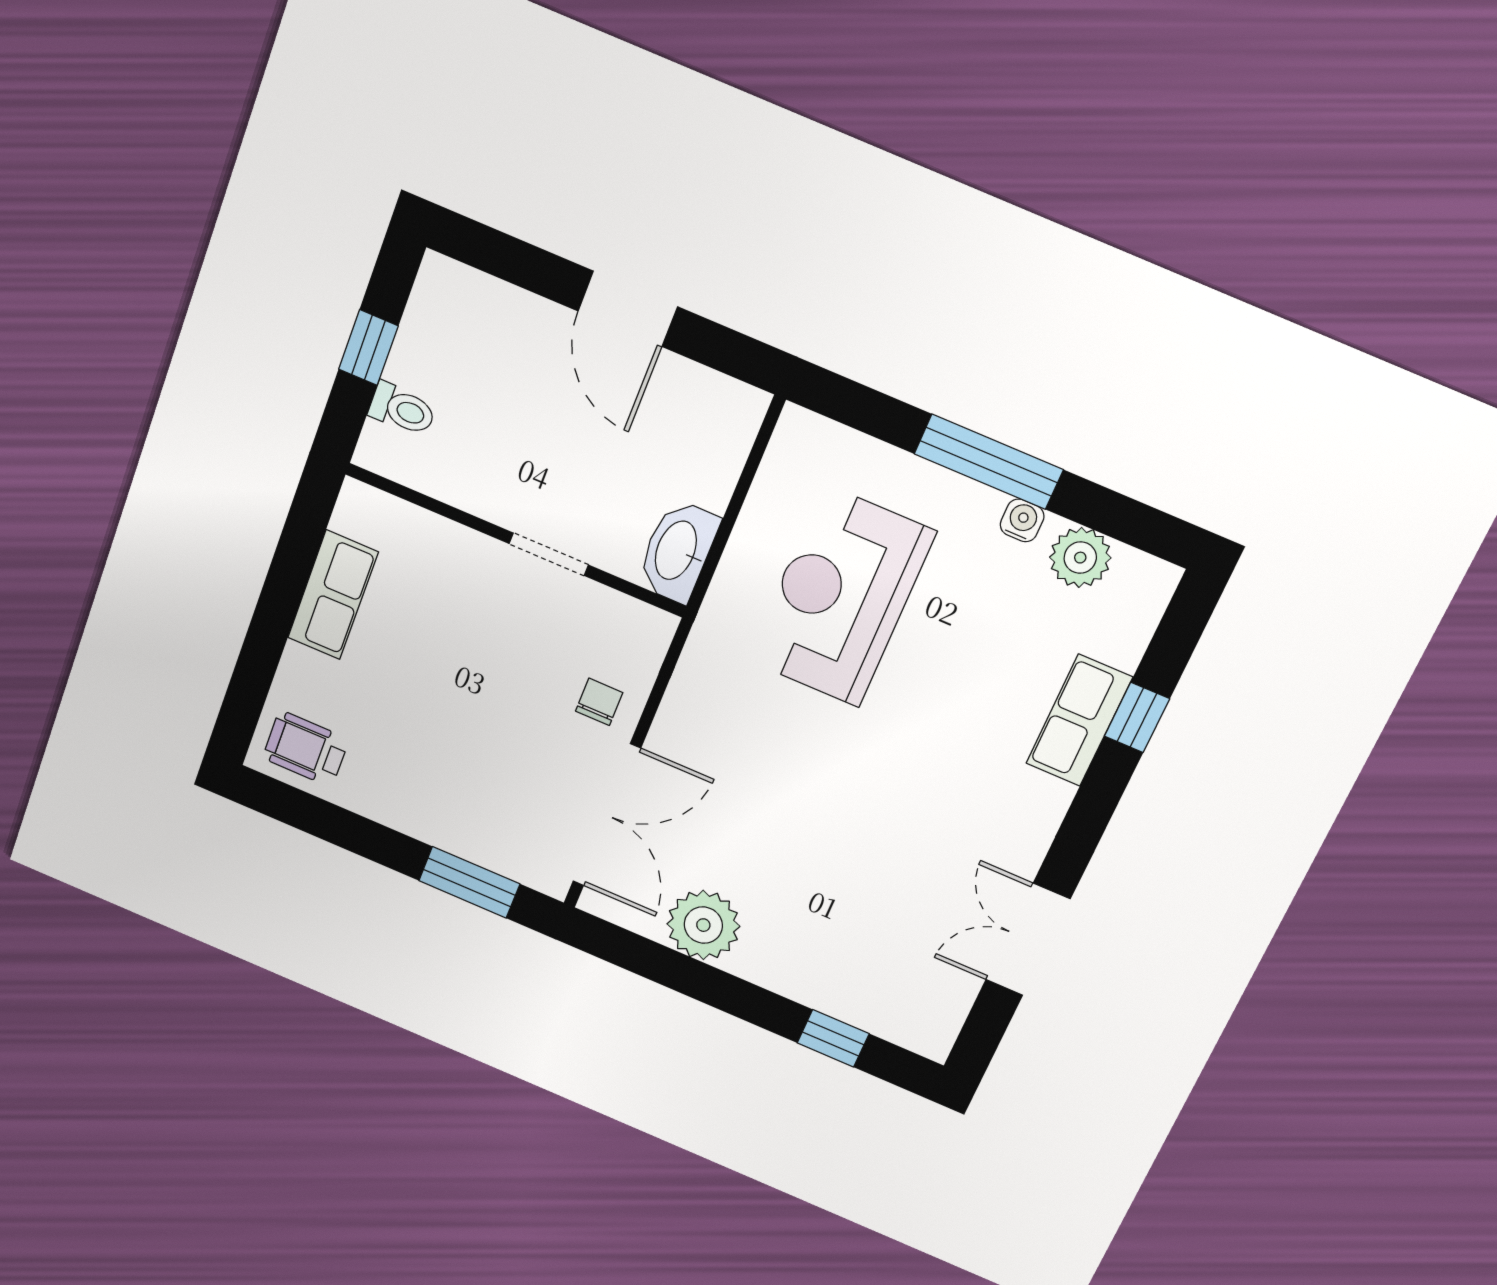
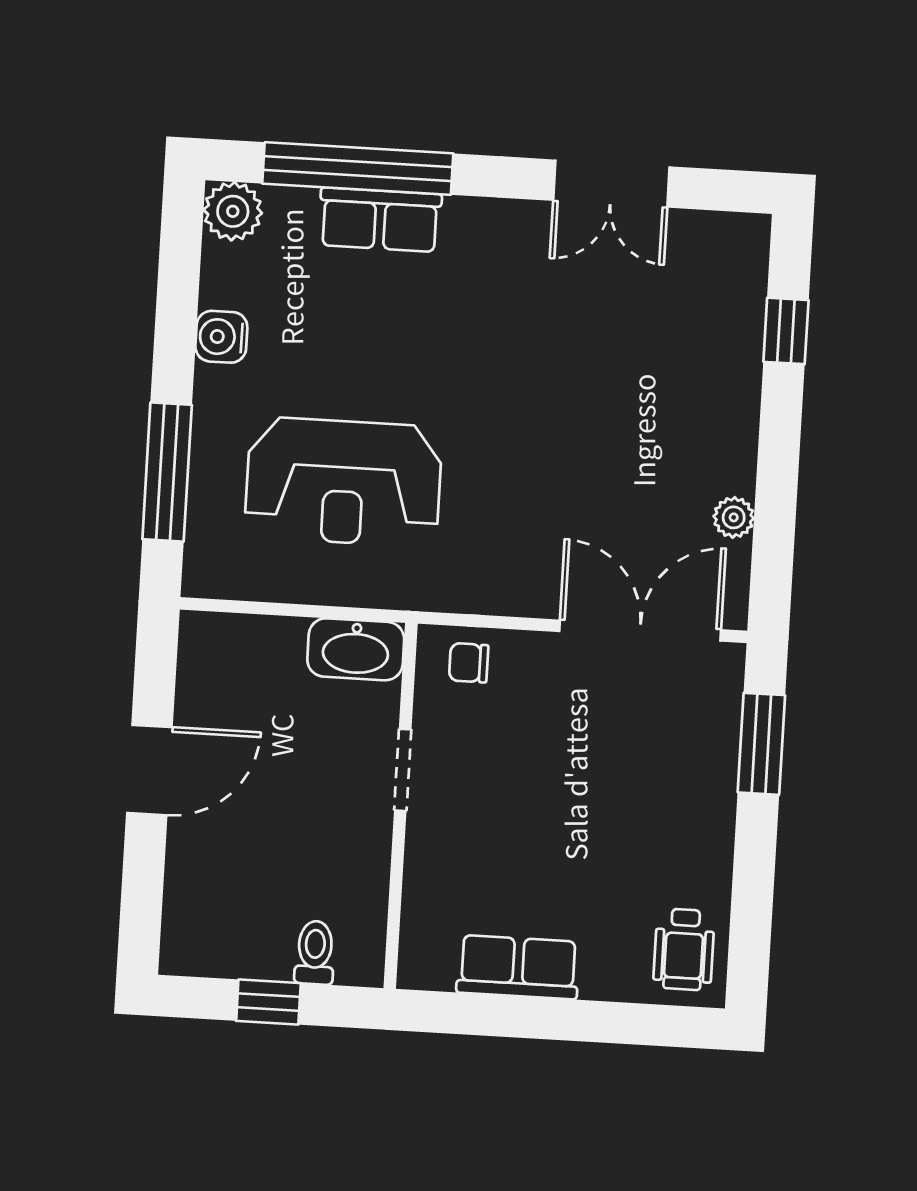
window: (989, 462) -> (167, 472), moved
water cooler: (1022, 520) -> (221, 337), width x1.38, depth x1.38
plant: (1080, 558) -> (233, 211), moved
chair: (599, 702) -> (469, 663), moved
window: (1137, 718) -> (358, 169), width x3.17
plant: (703, 925) -> (734, 517), width x0.53, depth x0.53

